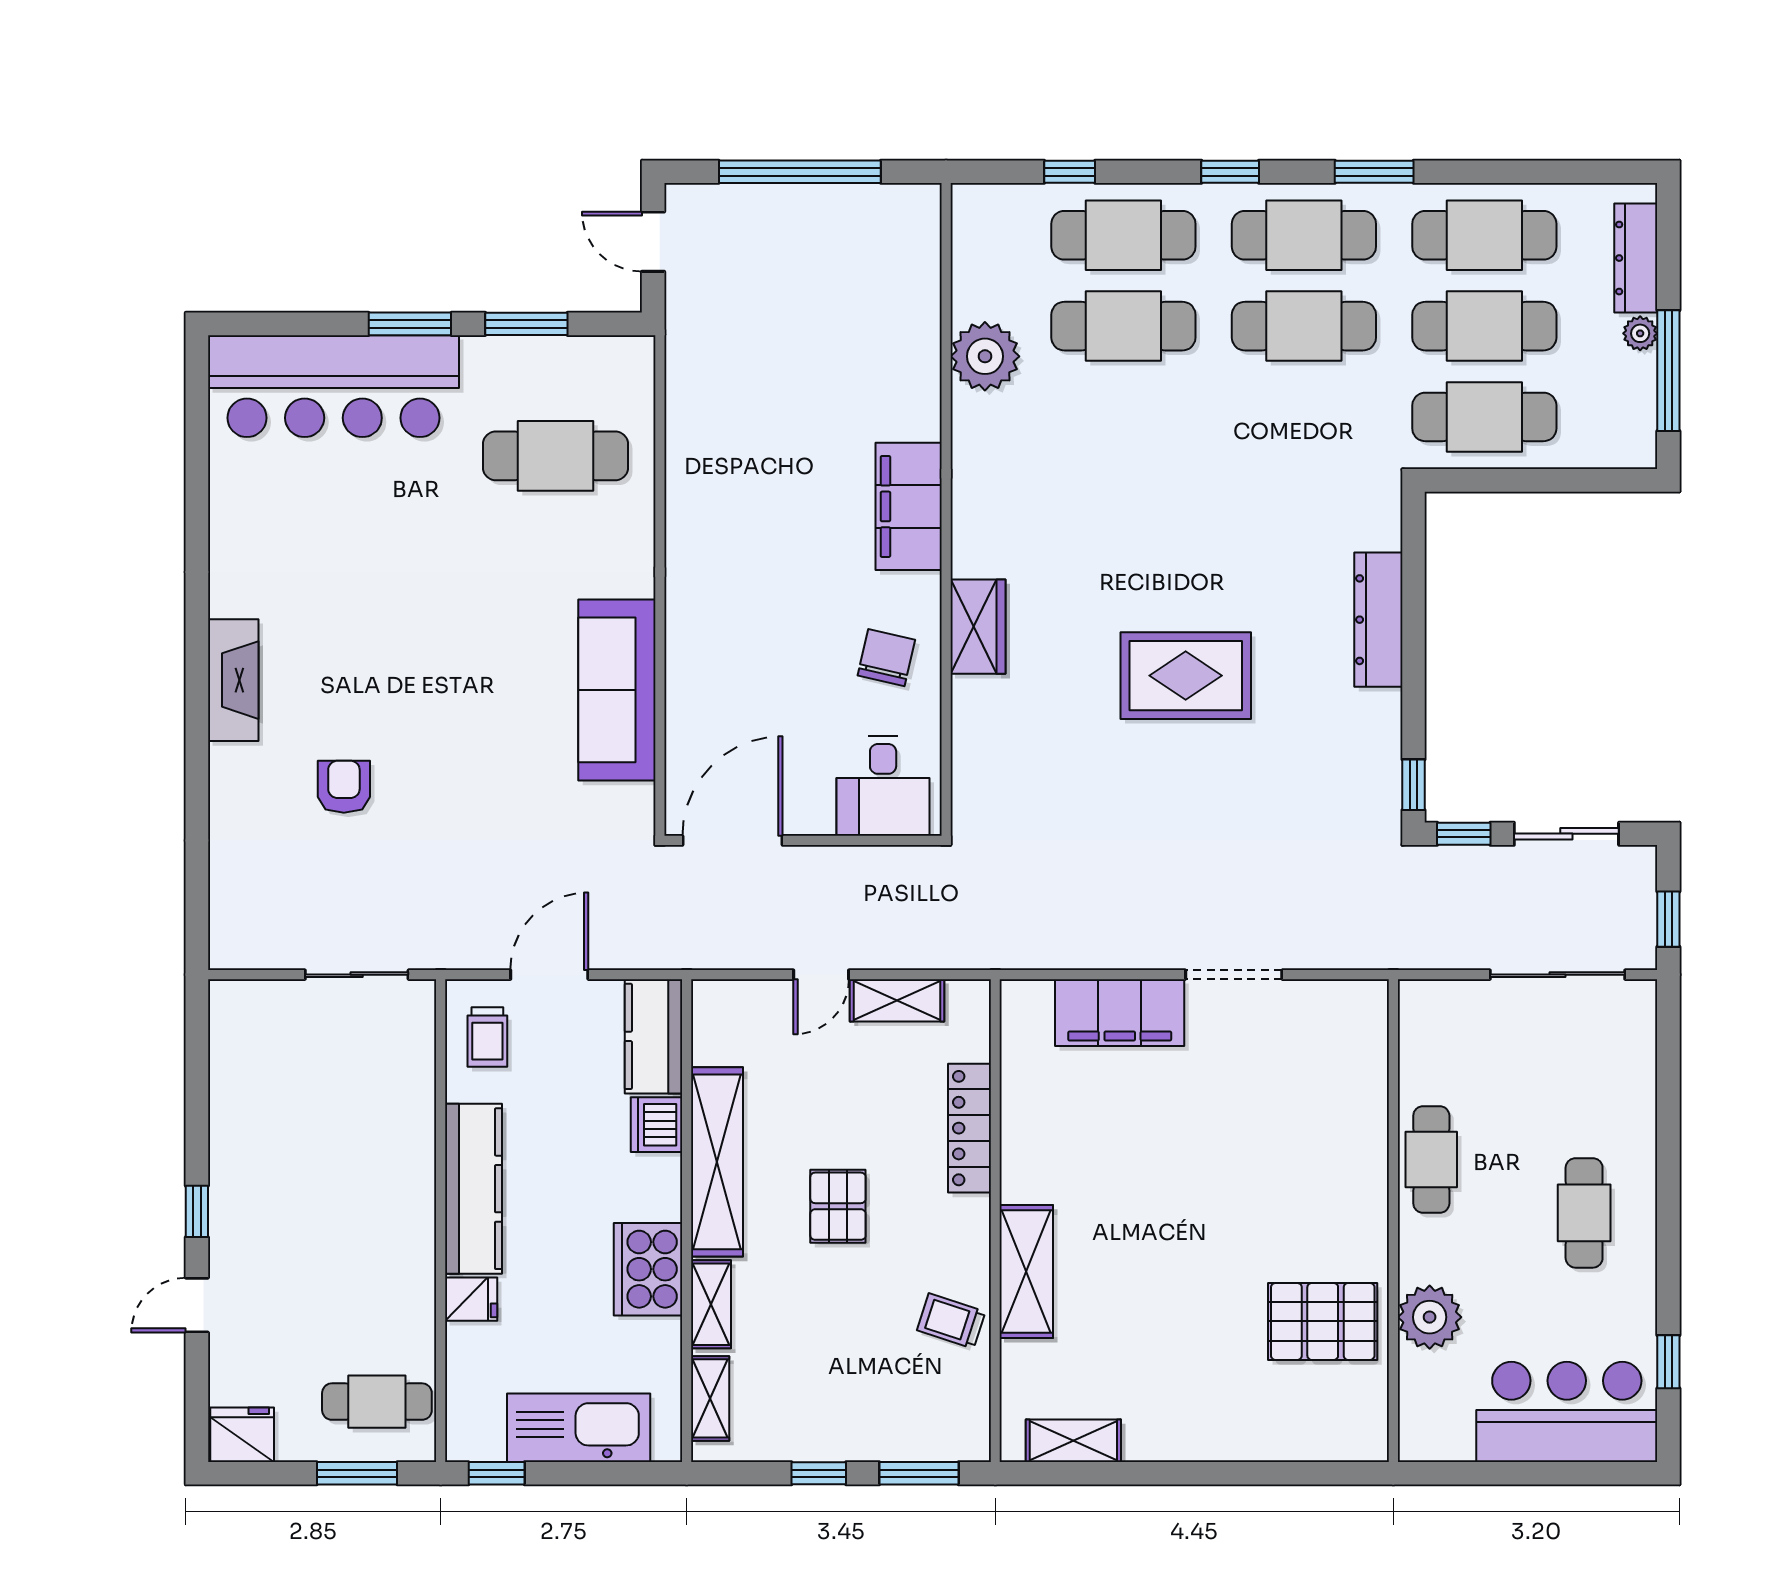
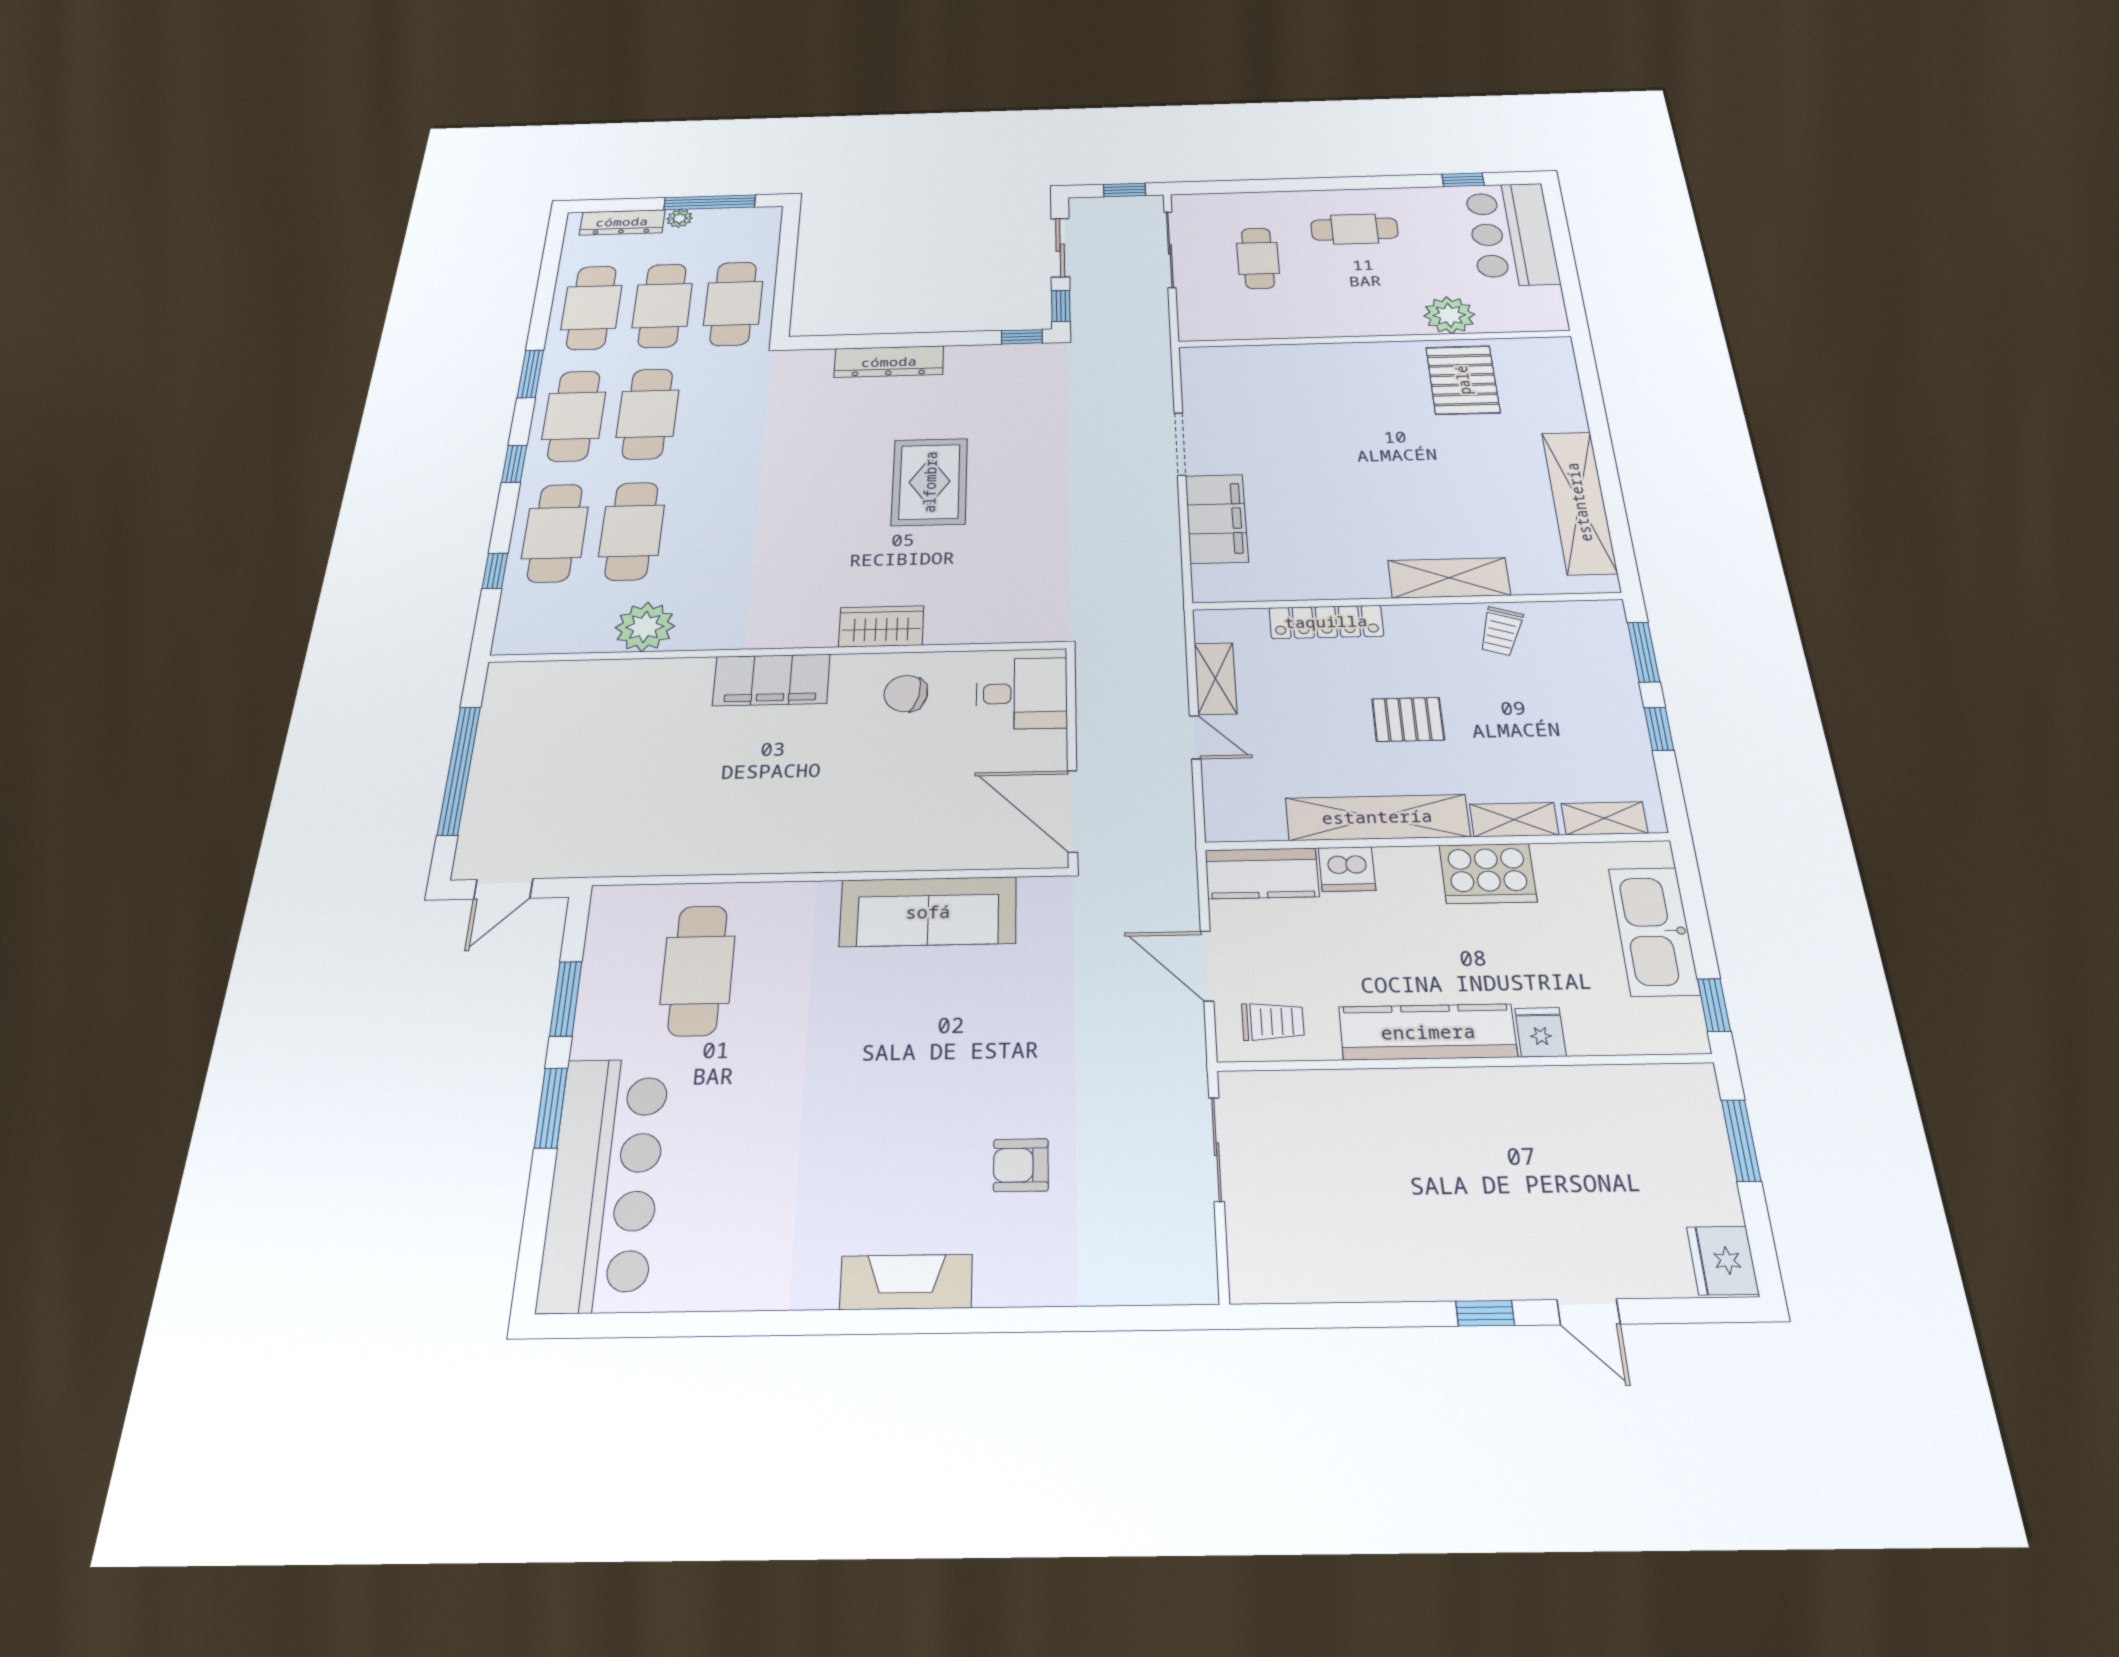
cafe table: (1431, 1160) -> (1258, 258), moved, turned 90
cafe table: (377, 1402) -> (1661, 1122), removed
shelving: (1073, 1441) -> (1579, 502), width x2.20, depth x1.33

